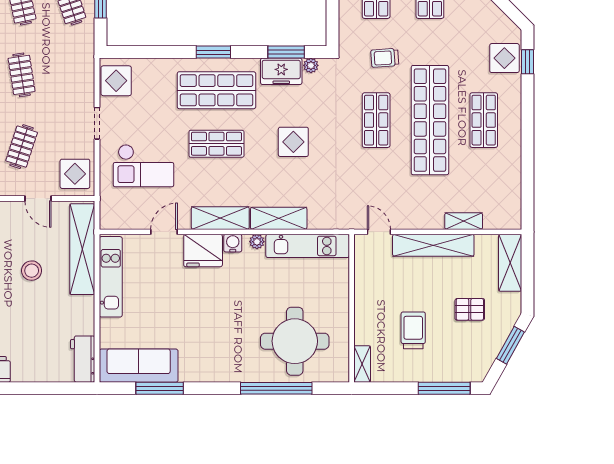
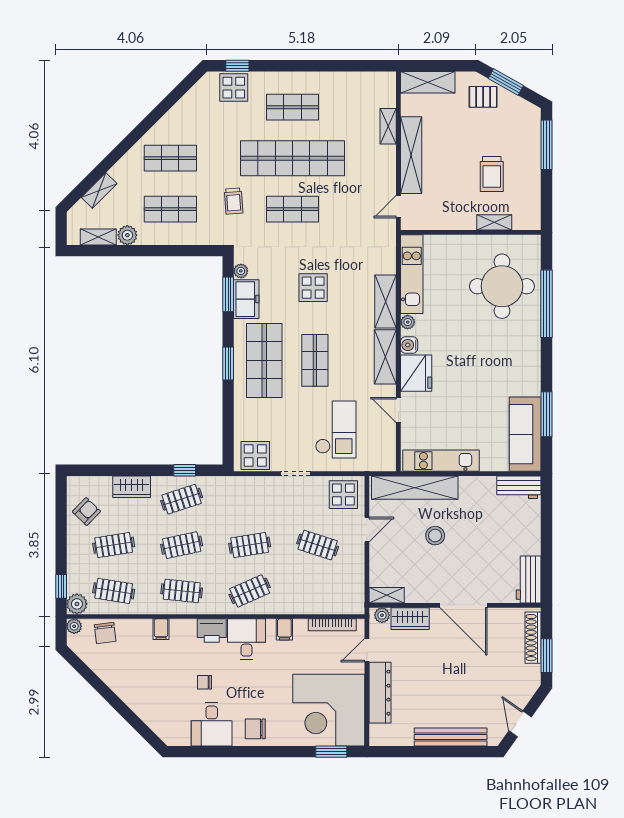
pallet: (470, 309) -> (483, 97), moved, turned 90
trolley: (413, 330) -> (492, 174), turned -90
shelving: (362, 364) -> (494, 222), moved

